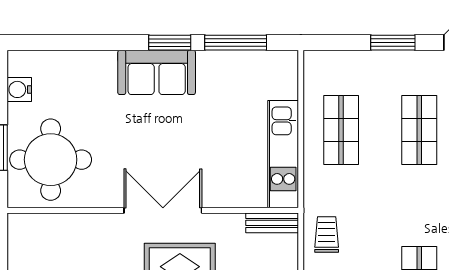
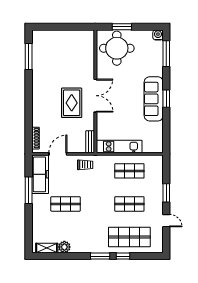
window: (236, 43) -> (166, 54), moved
sofa: (157, 72) -> (154, 99), width x1.36
water cooler: (19, 89) -> (158, 35), moved

